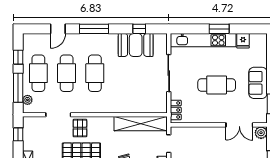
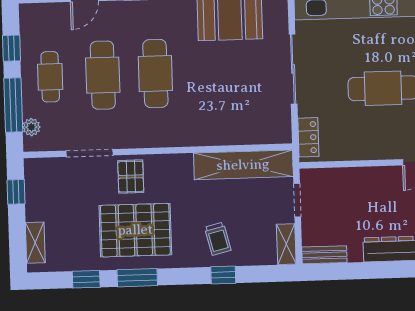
cafe table: (38, 73) -> (50, 77), width x0.73, depth x0.74

